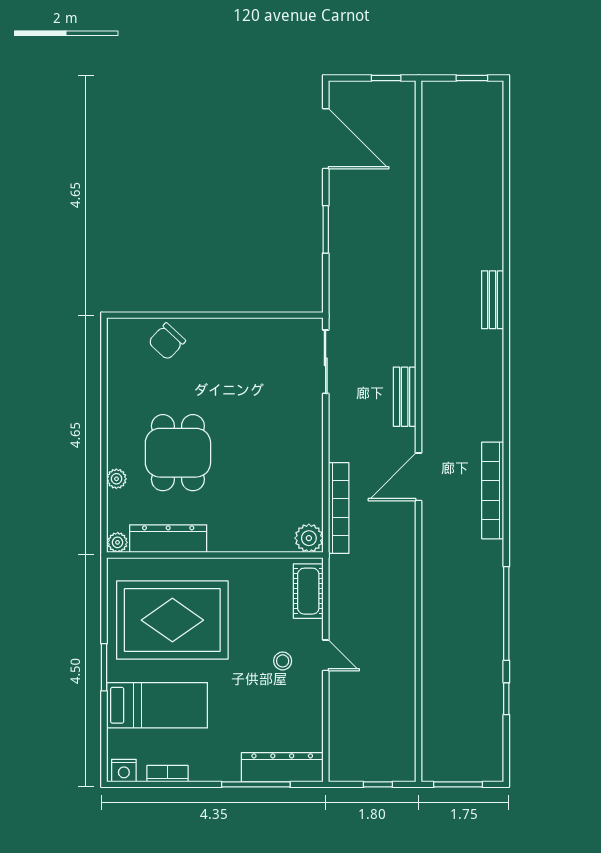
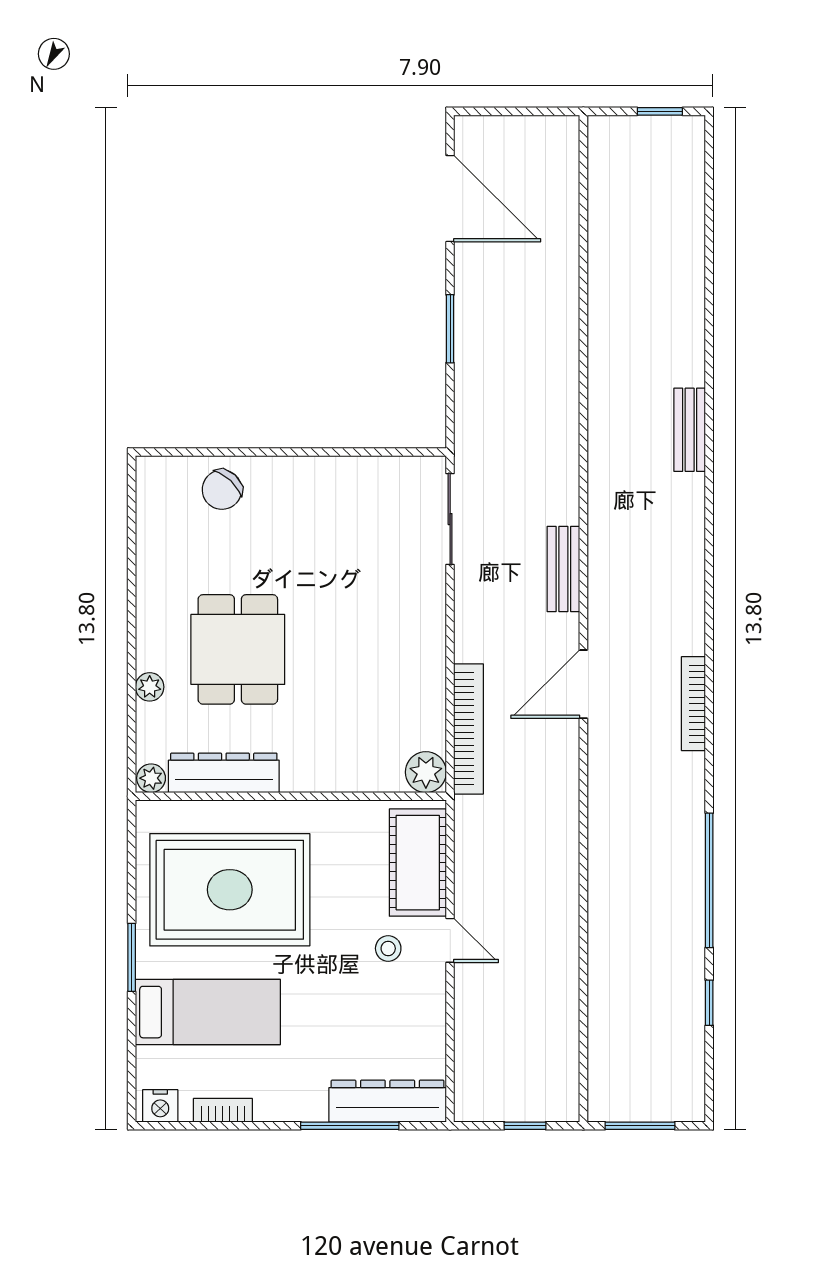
window: (386, 78) -> (537, 111), removed
bookcase: (493, 490) -> (693, 704), width x0.68, depth x0.76
cot: (308, 591) -> (418, 863), width x1.37, depth x1.34

